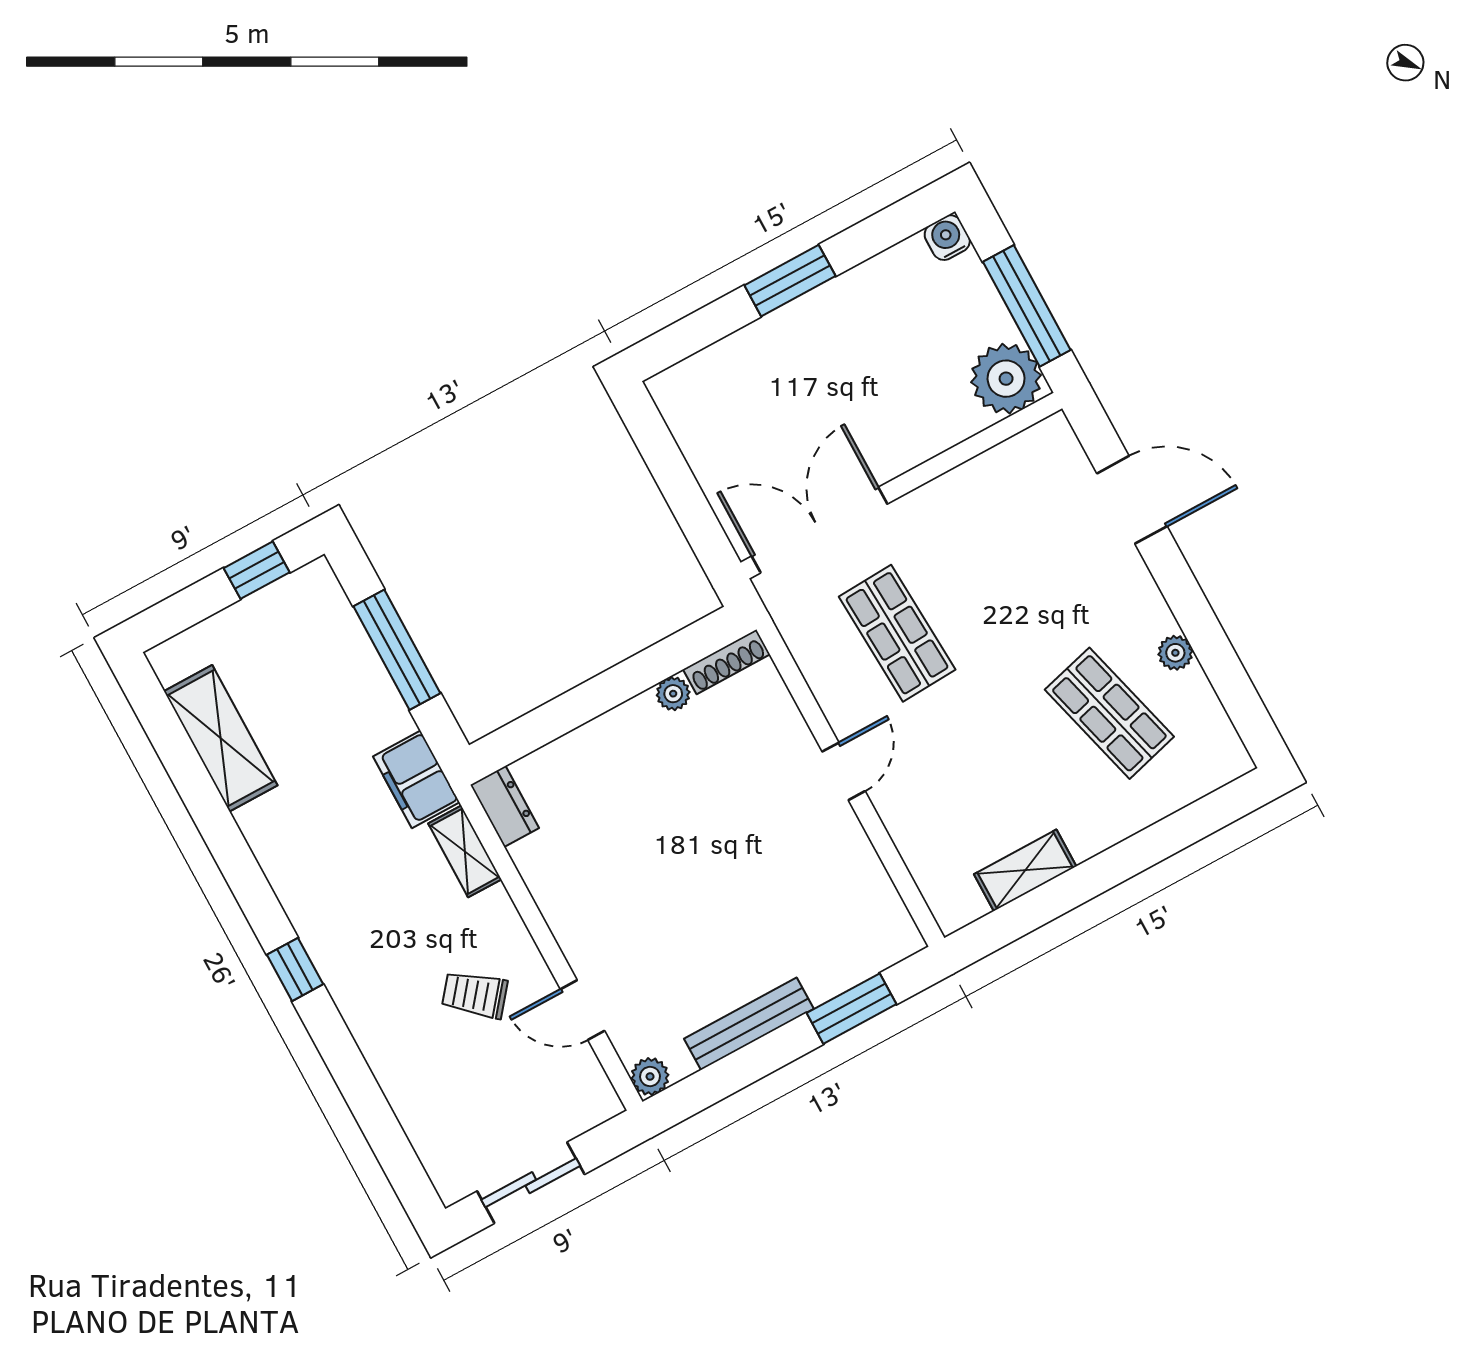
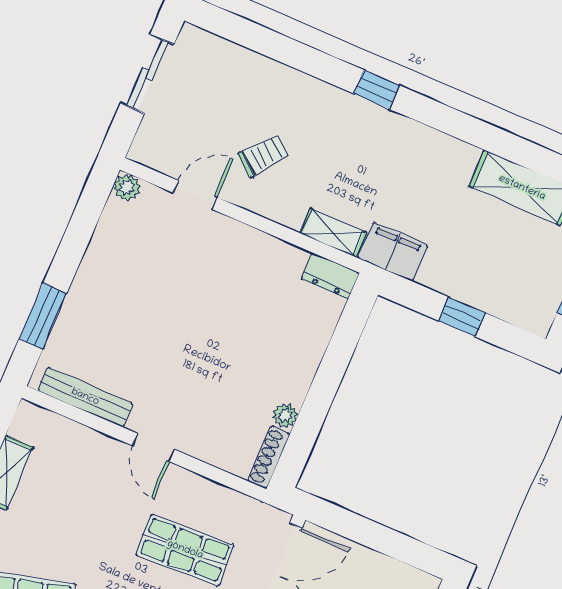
window: (397, 650) -> (462, 317), width x0.46
bench: (749, 1024) -> (85, 397), moved, turned 90

